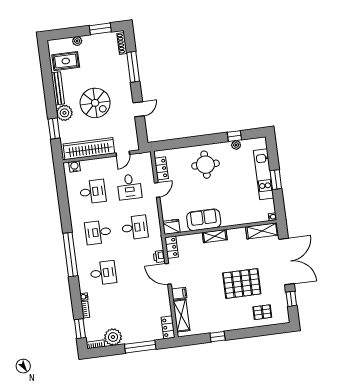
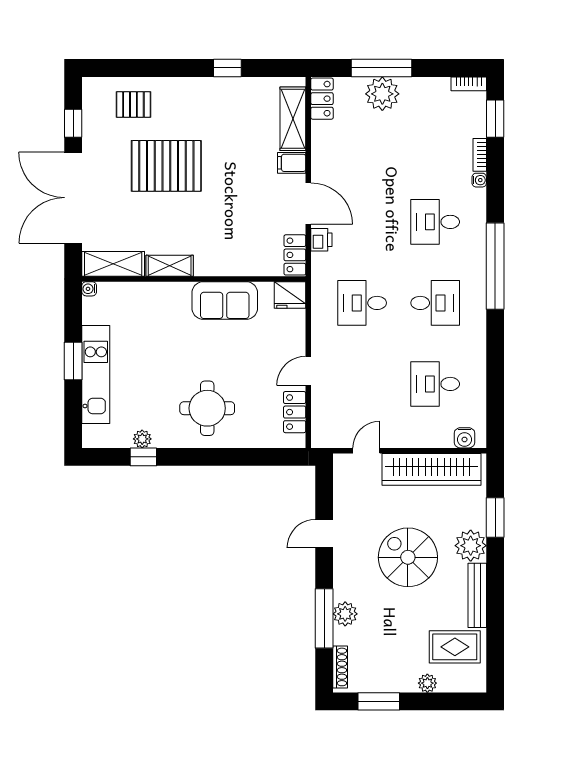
plant: (123, 70) -> (345, 614), added
desk: (129, 187) -> (362, 384), removed
shelving: (215, 236) -> (170, 266), moved
plant: (113, 337) -> (382, 94), moved

